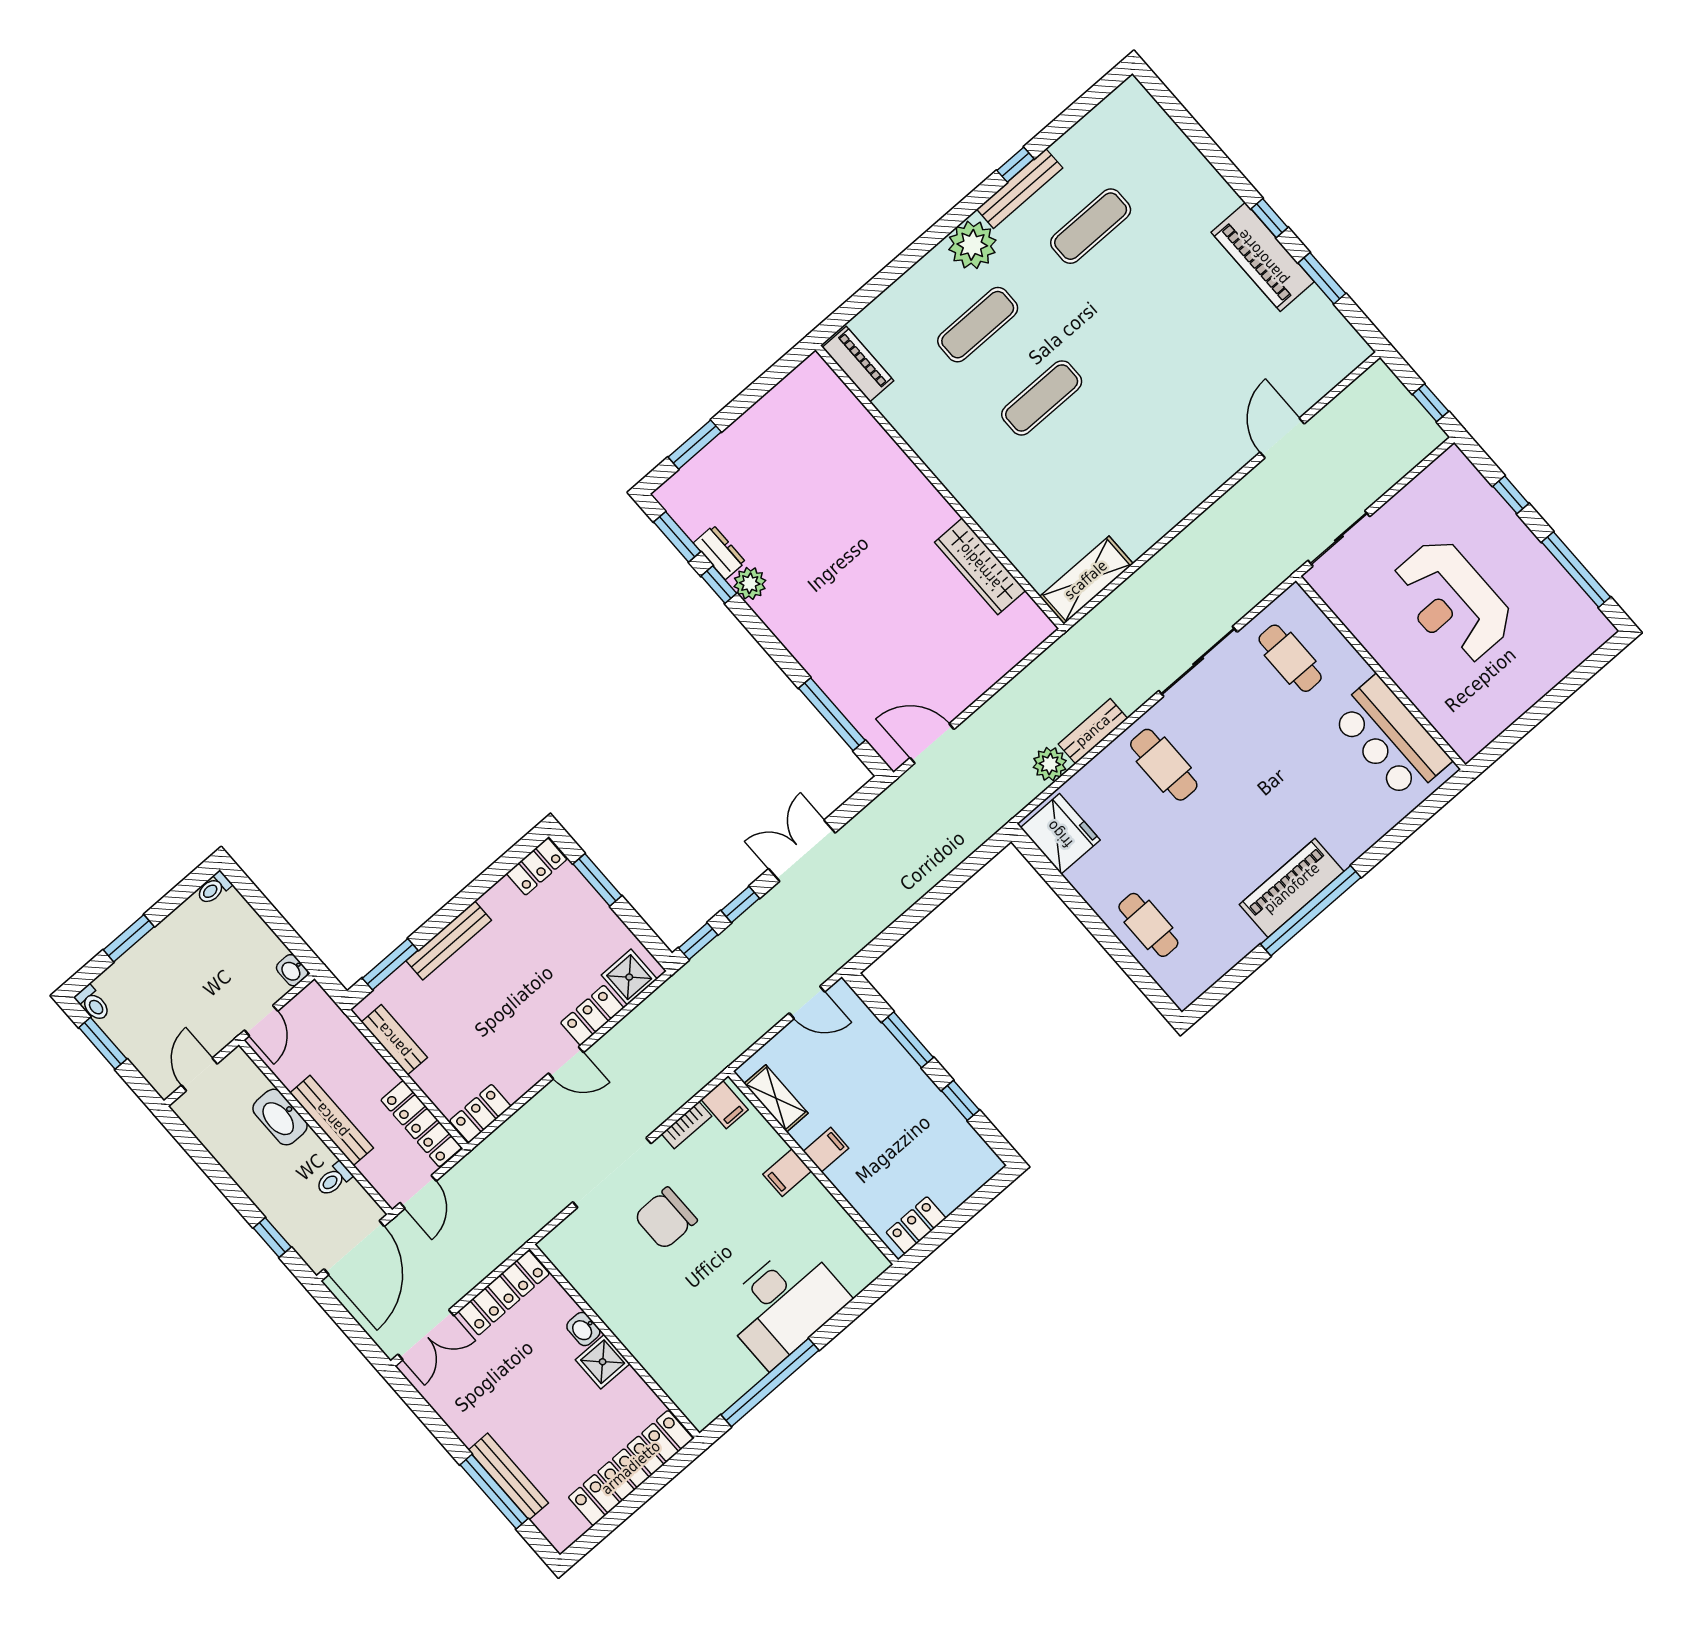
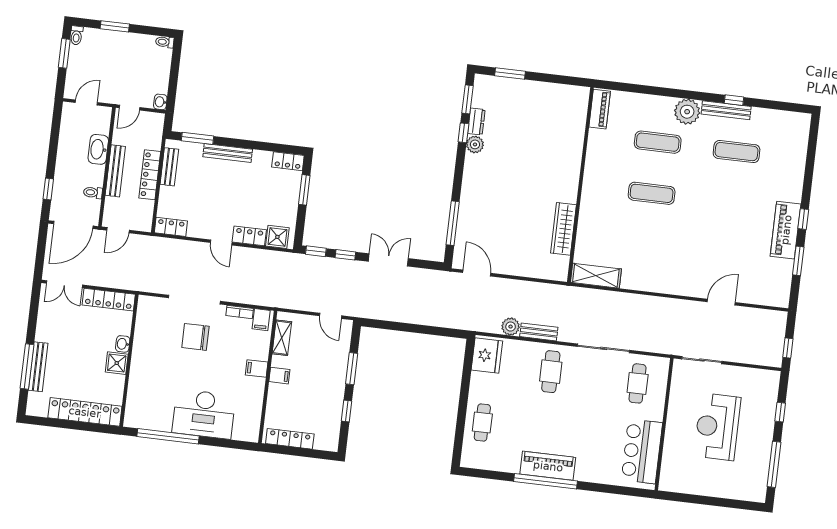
locker: (421, 1124) -> (150, 175), moved
locker: (916, 1225) -> (290, 439), width x1.53

